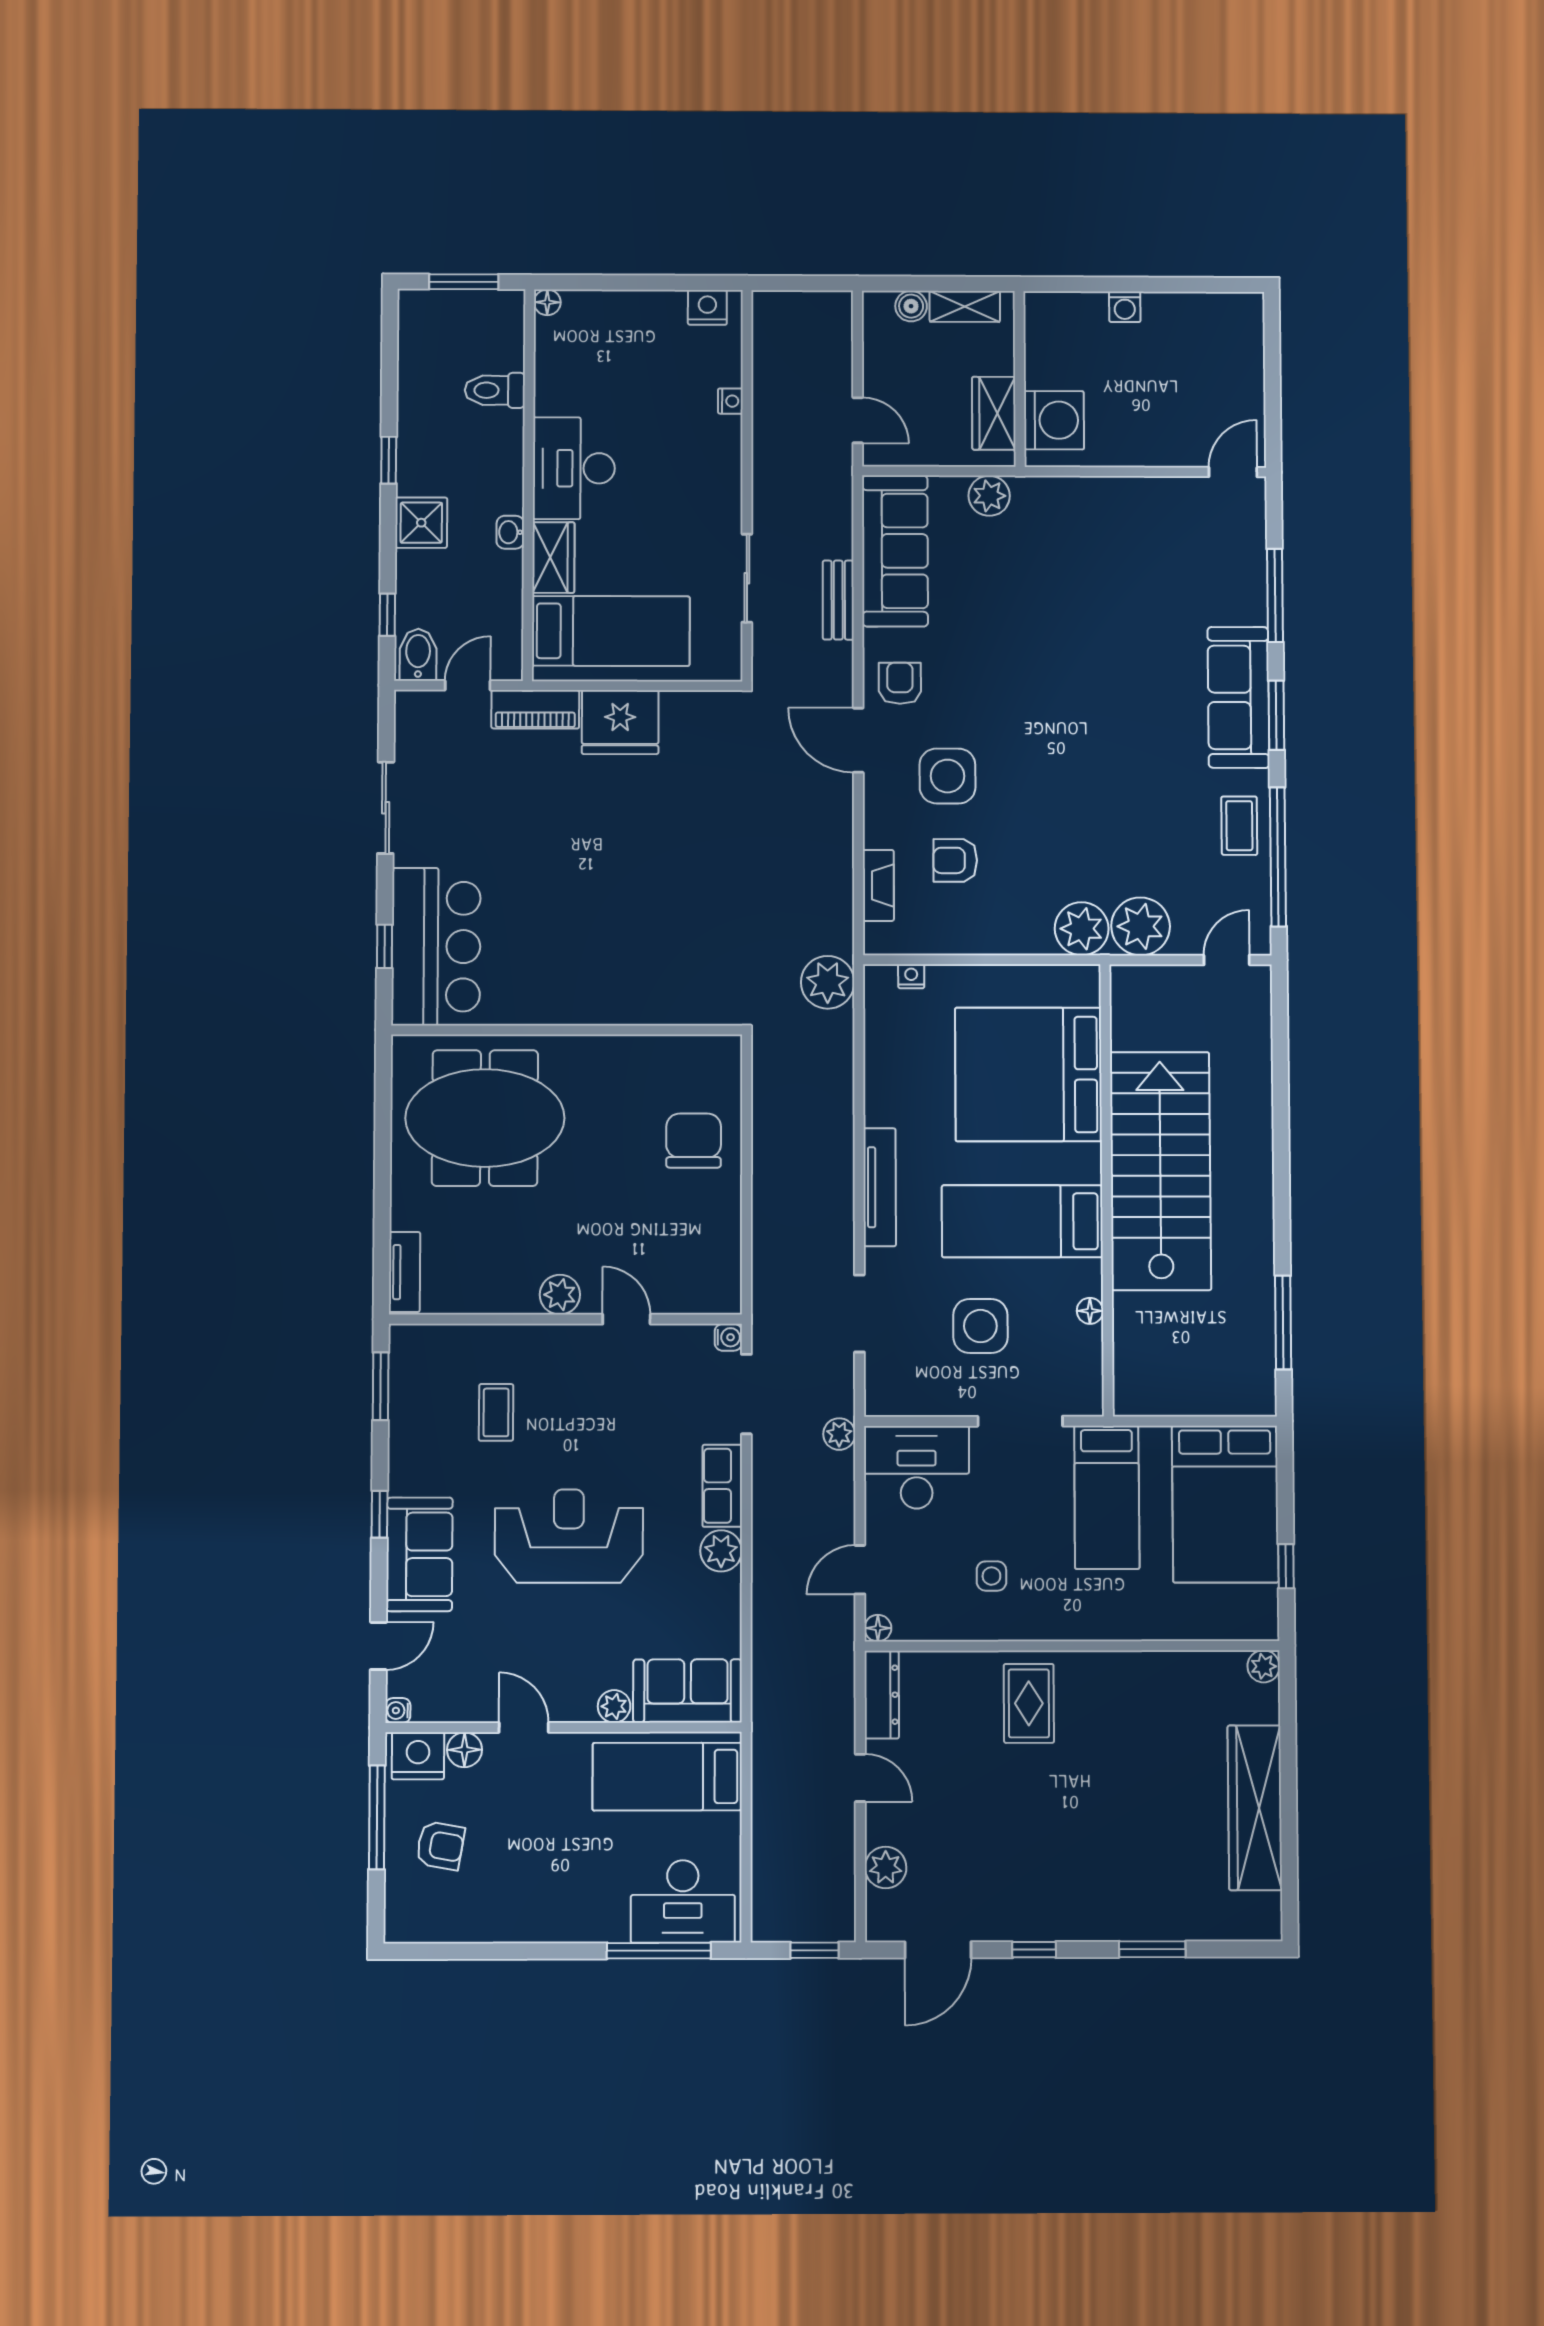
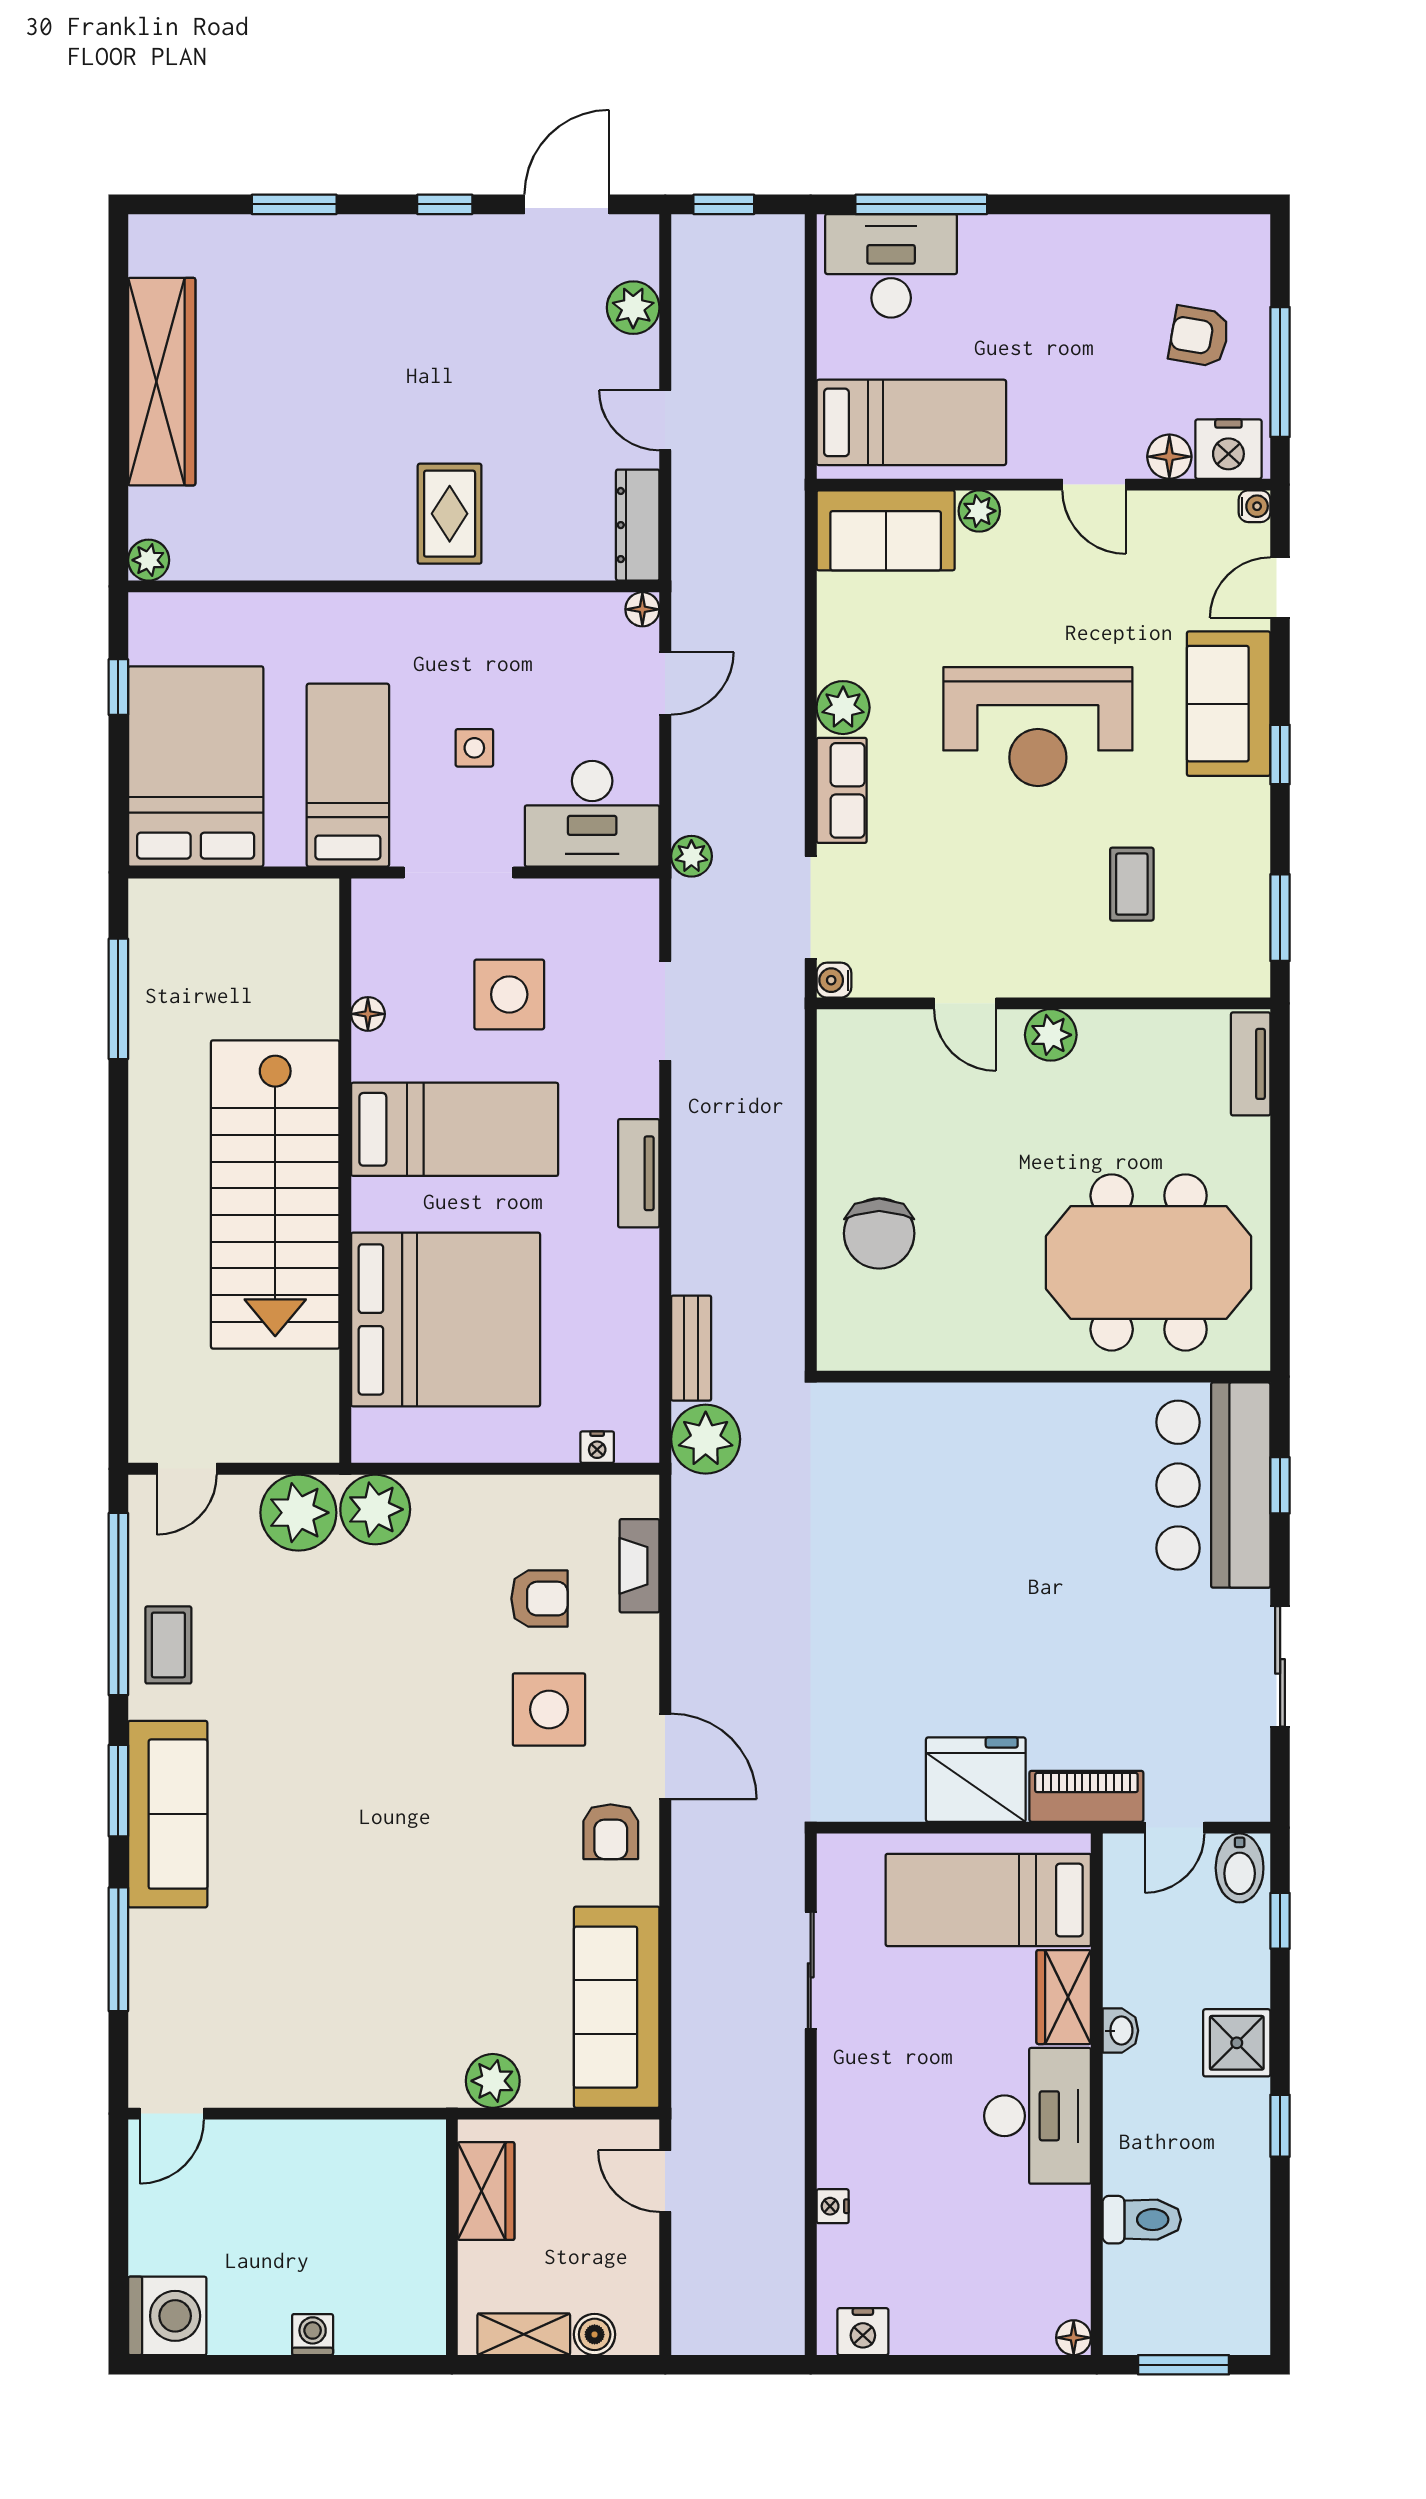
washing machine: (1054, 420) -> (167, 2316), moved, turned 180
bench: (838, 600) -> (691, 1348), moved
tv unit: (880, 1187) -> (639, 1173), width x0.71
side table: (991, 1576) -> (474, 748), moved

